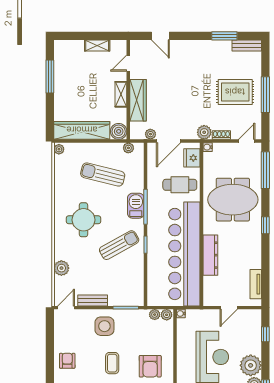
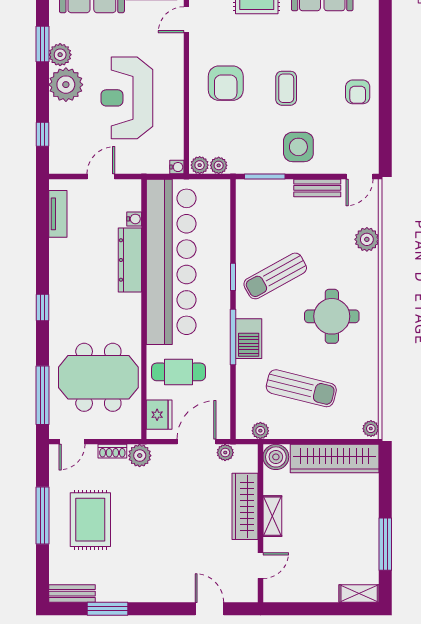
shelving: (97, 46) -> (359, 593), moved
rug: (235, 92) -> (90, 520), turned 90
water cooler: (208, 147) -> (134, 219), moved
meeting table: (233, 200) -> (98, 377), moved
armchair: (150, 366) -> (226, 83), turned 180

